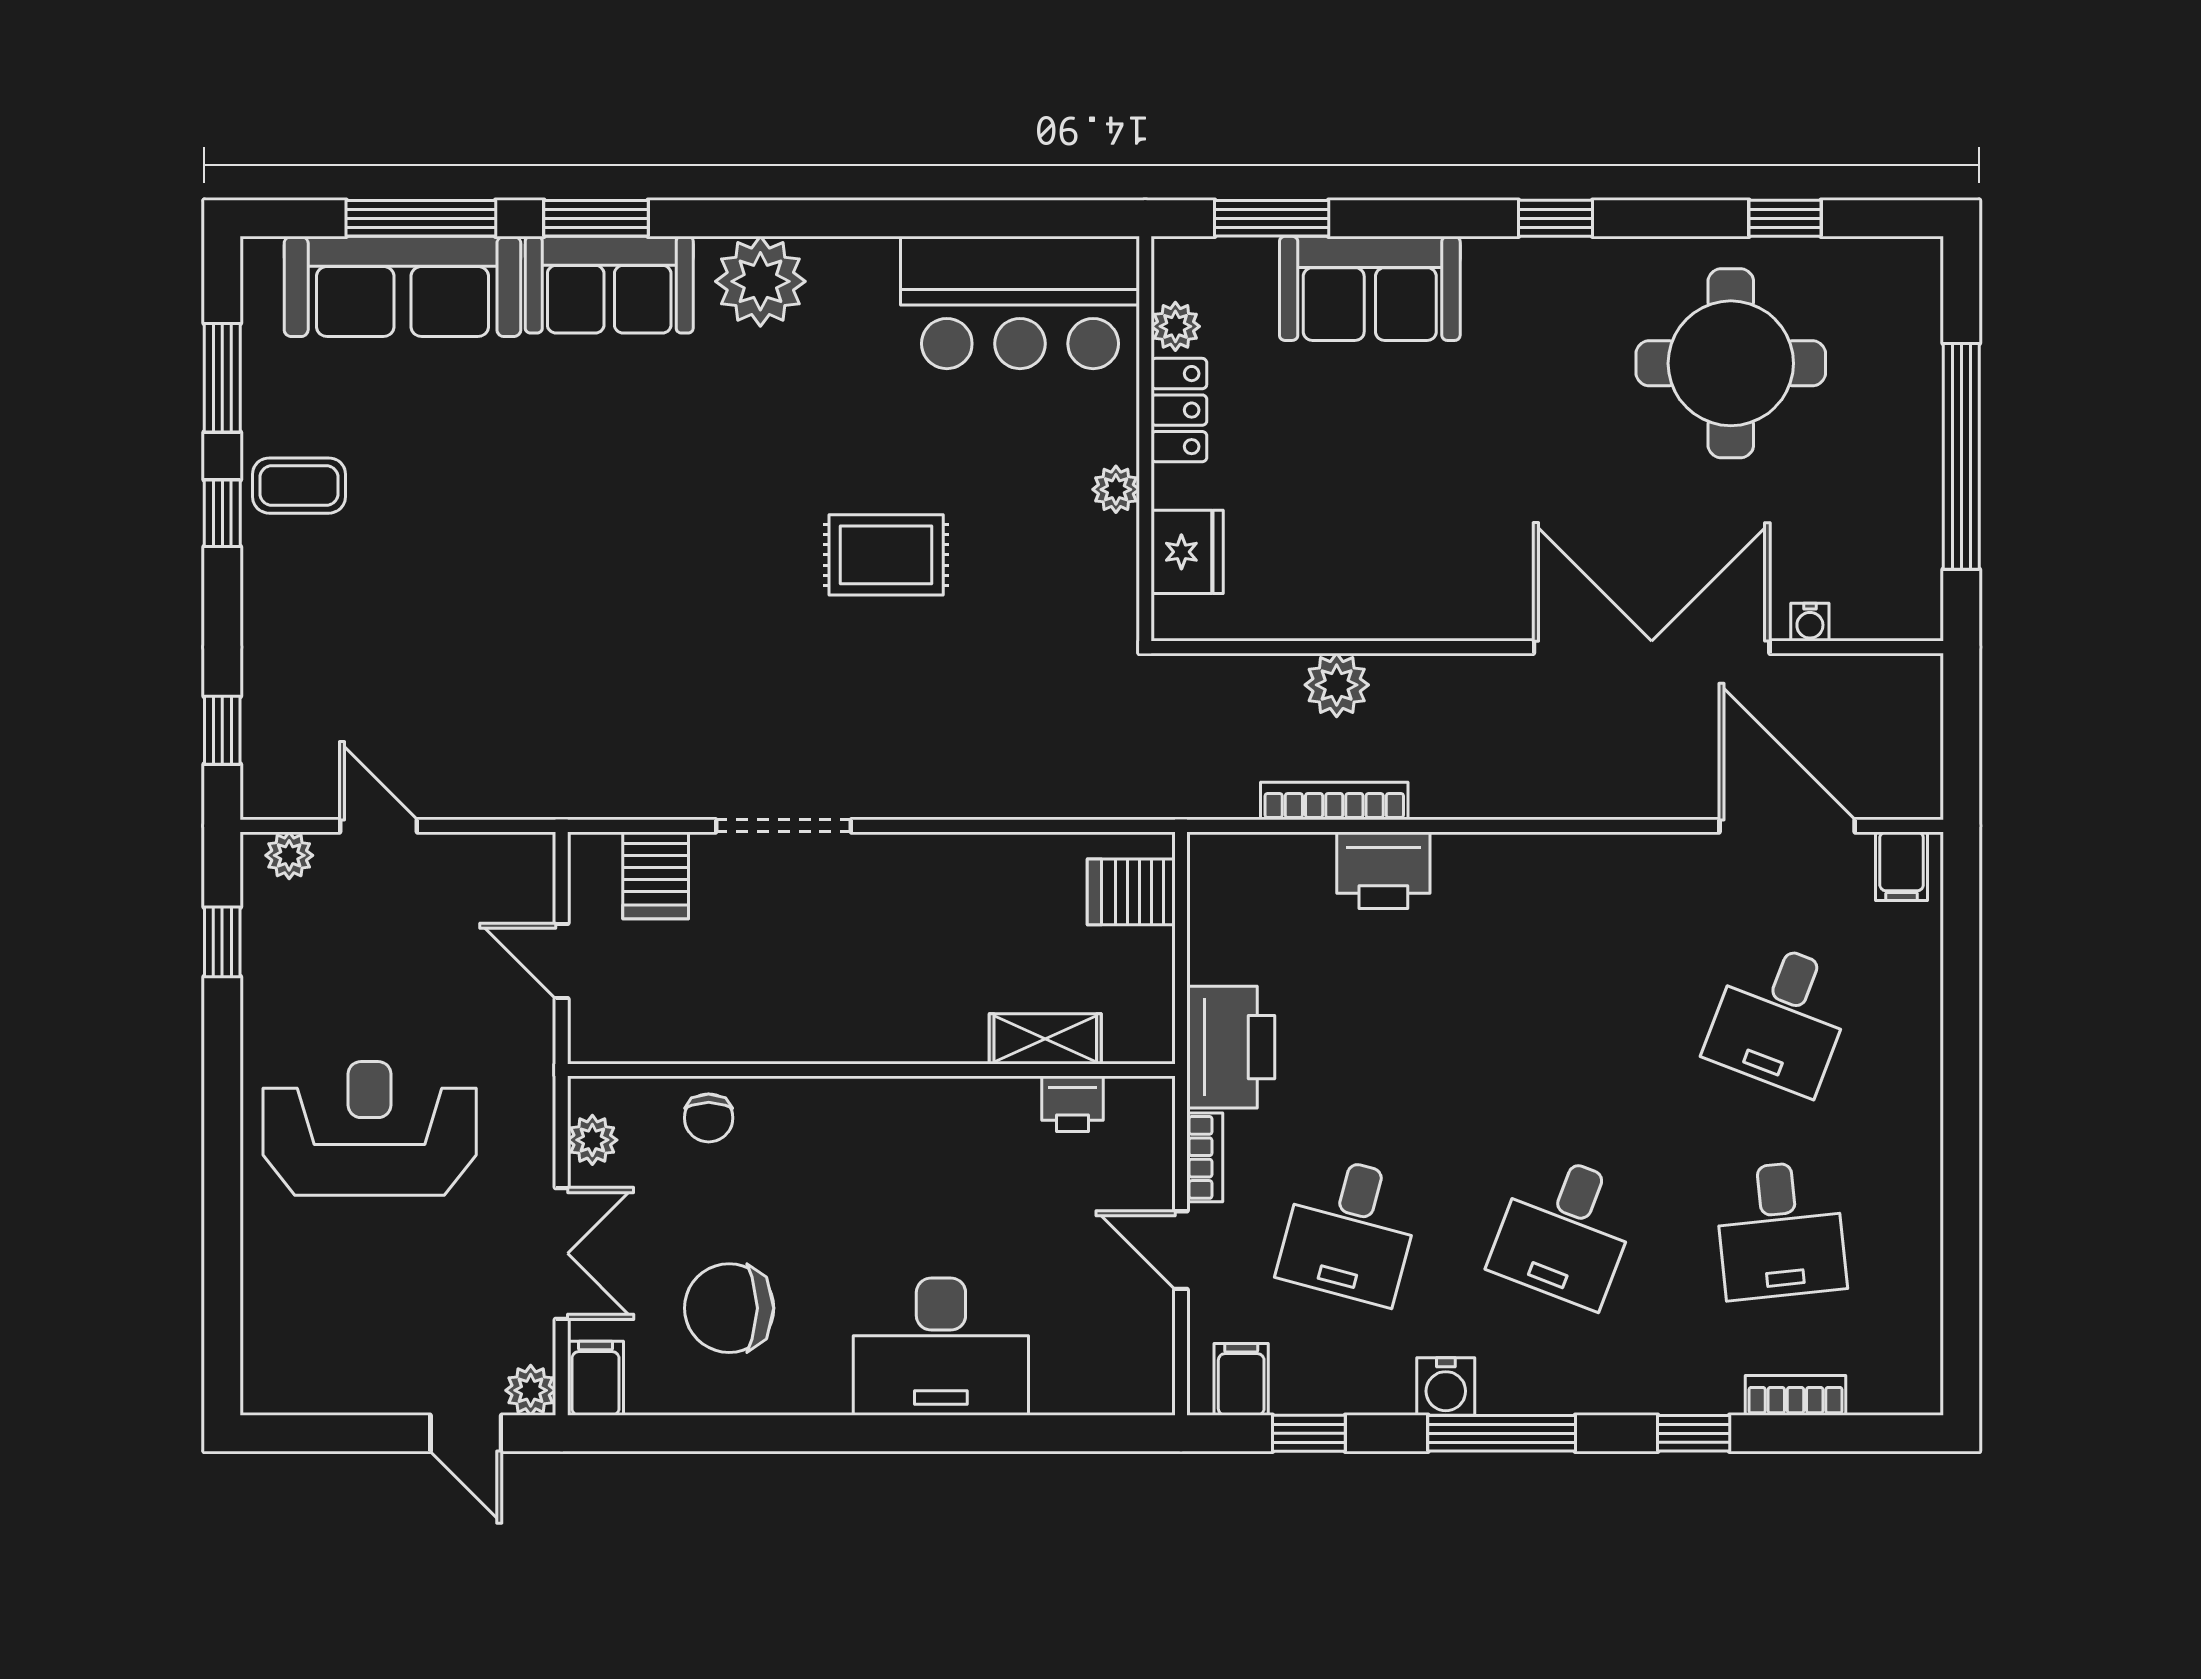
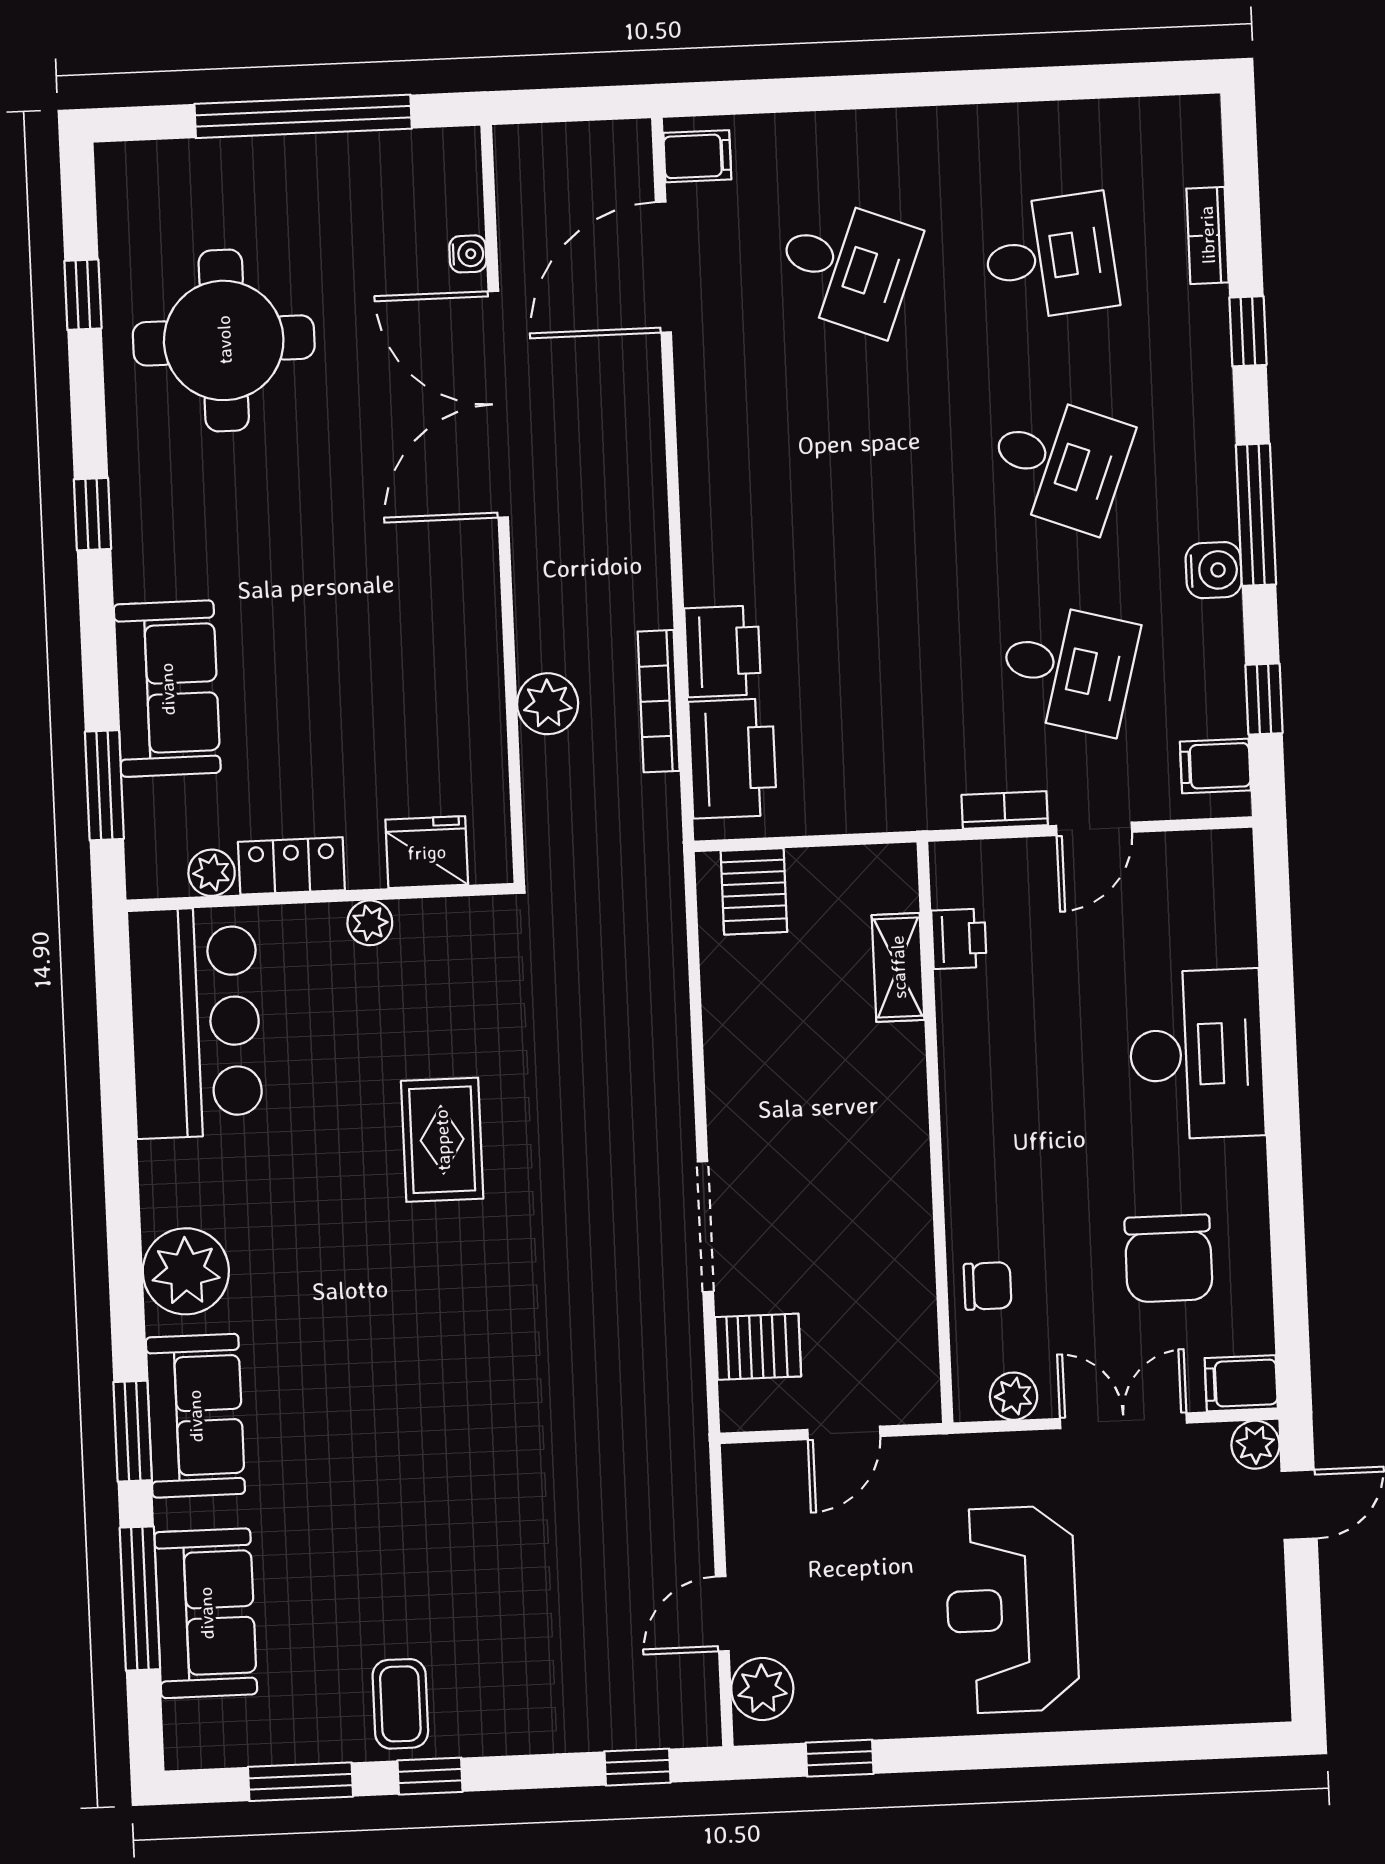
sofa: (403, 286) -> (206, 1613), width x0.73
plant: (289, 855) -> (762, 1689), width x1.38, depth x1.38
printer: (1231, 1047) -> (733, 758), moved, turned 90

